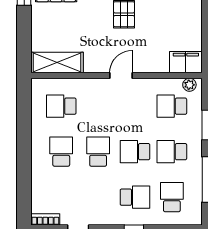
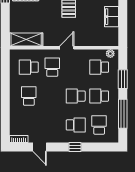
filing cabinet: (186, 62) -> (111, 17), moved, turned -90
school desk: (98, 152) -> (52, 67), moved

